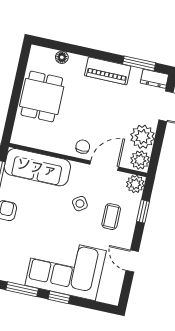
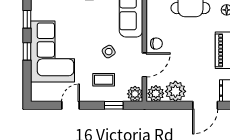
door: (104, 166) -> (144, 65), hinge flipped
window: (22, 289) -> (27, 19), width x0.67

